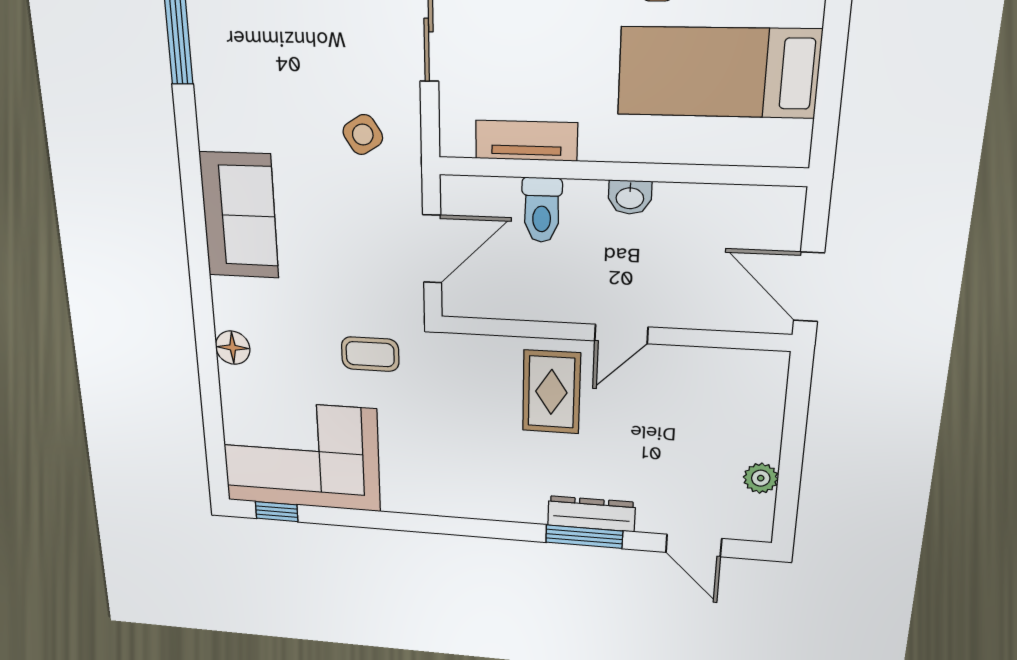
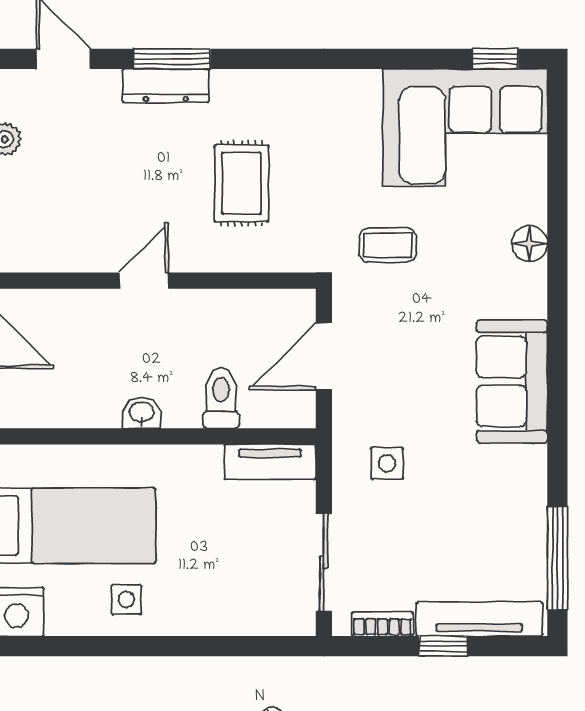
side table: (363, 135) -> (387, 463), turned 32
tv unit: (526, 141) -> (270, 462), moved
rug: (551, 392) -> (241, 183), moved

